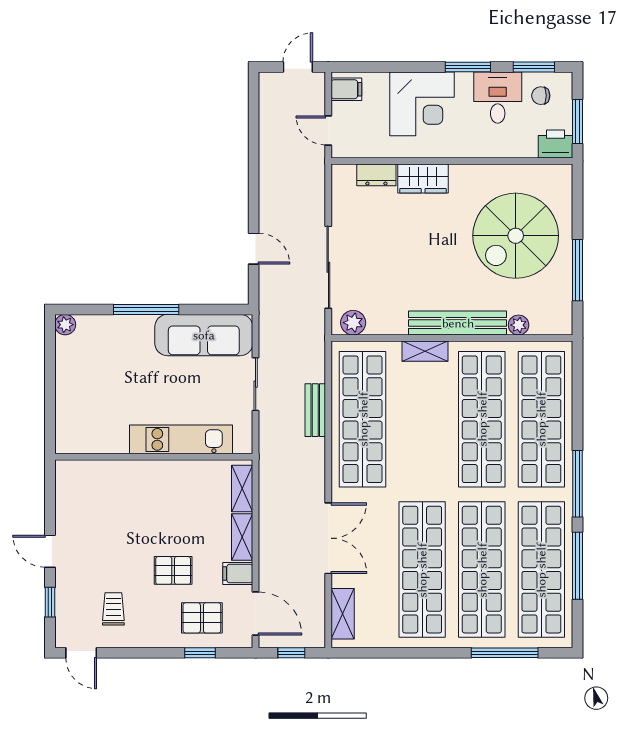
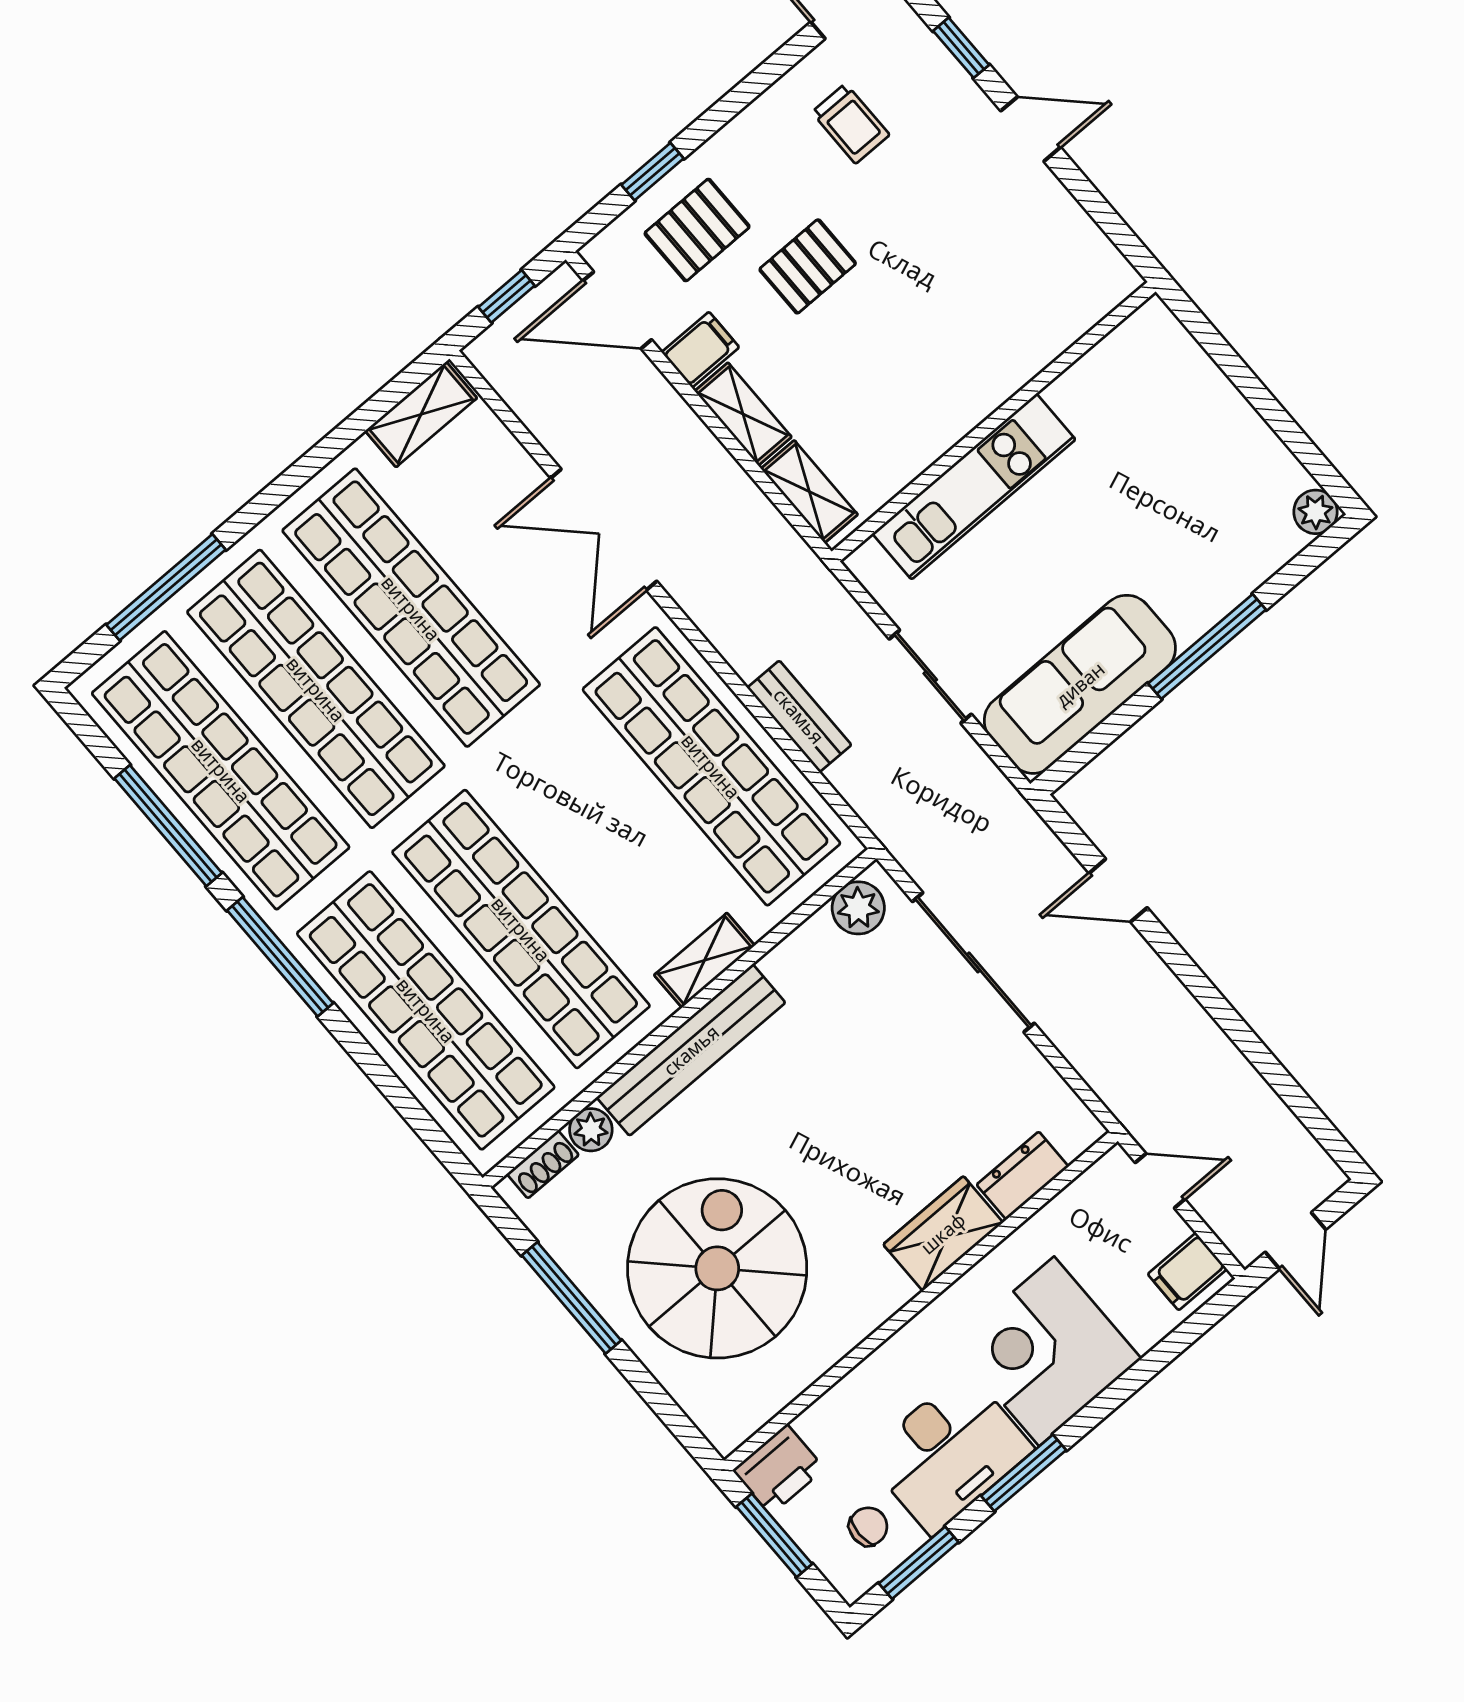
desk: (498, 98) -> (949, 1452), width x1.37
shoe rack: (547, 327) -> (543, 1164), added
shelving: (343, 614) -> (421, 414), moved, turned 90

